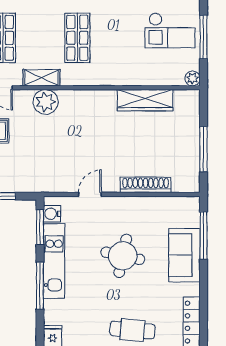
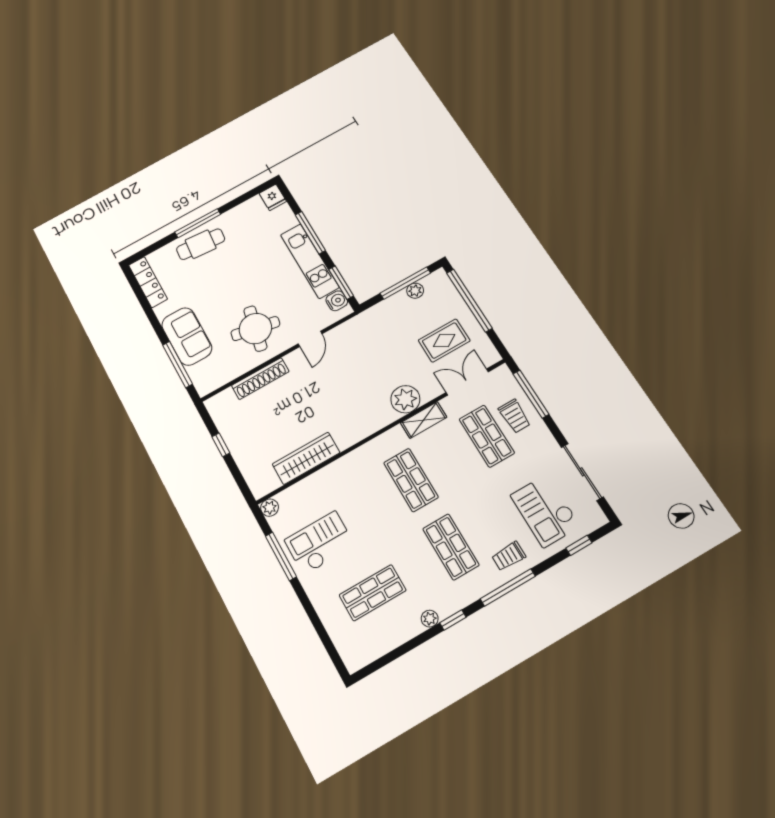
window: (204, 149) -> (221, 445), width x0.46
round table: (123, 256) -> (255, 329), moved

